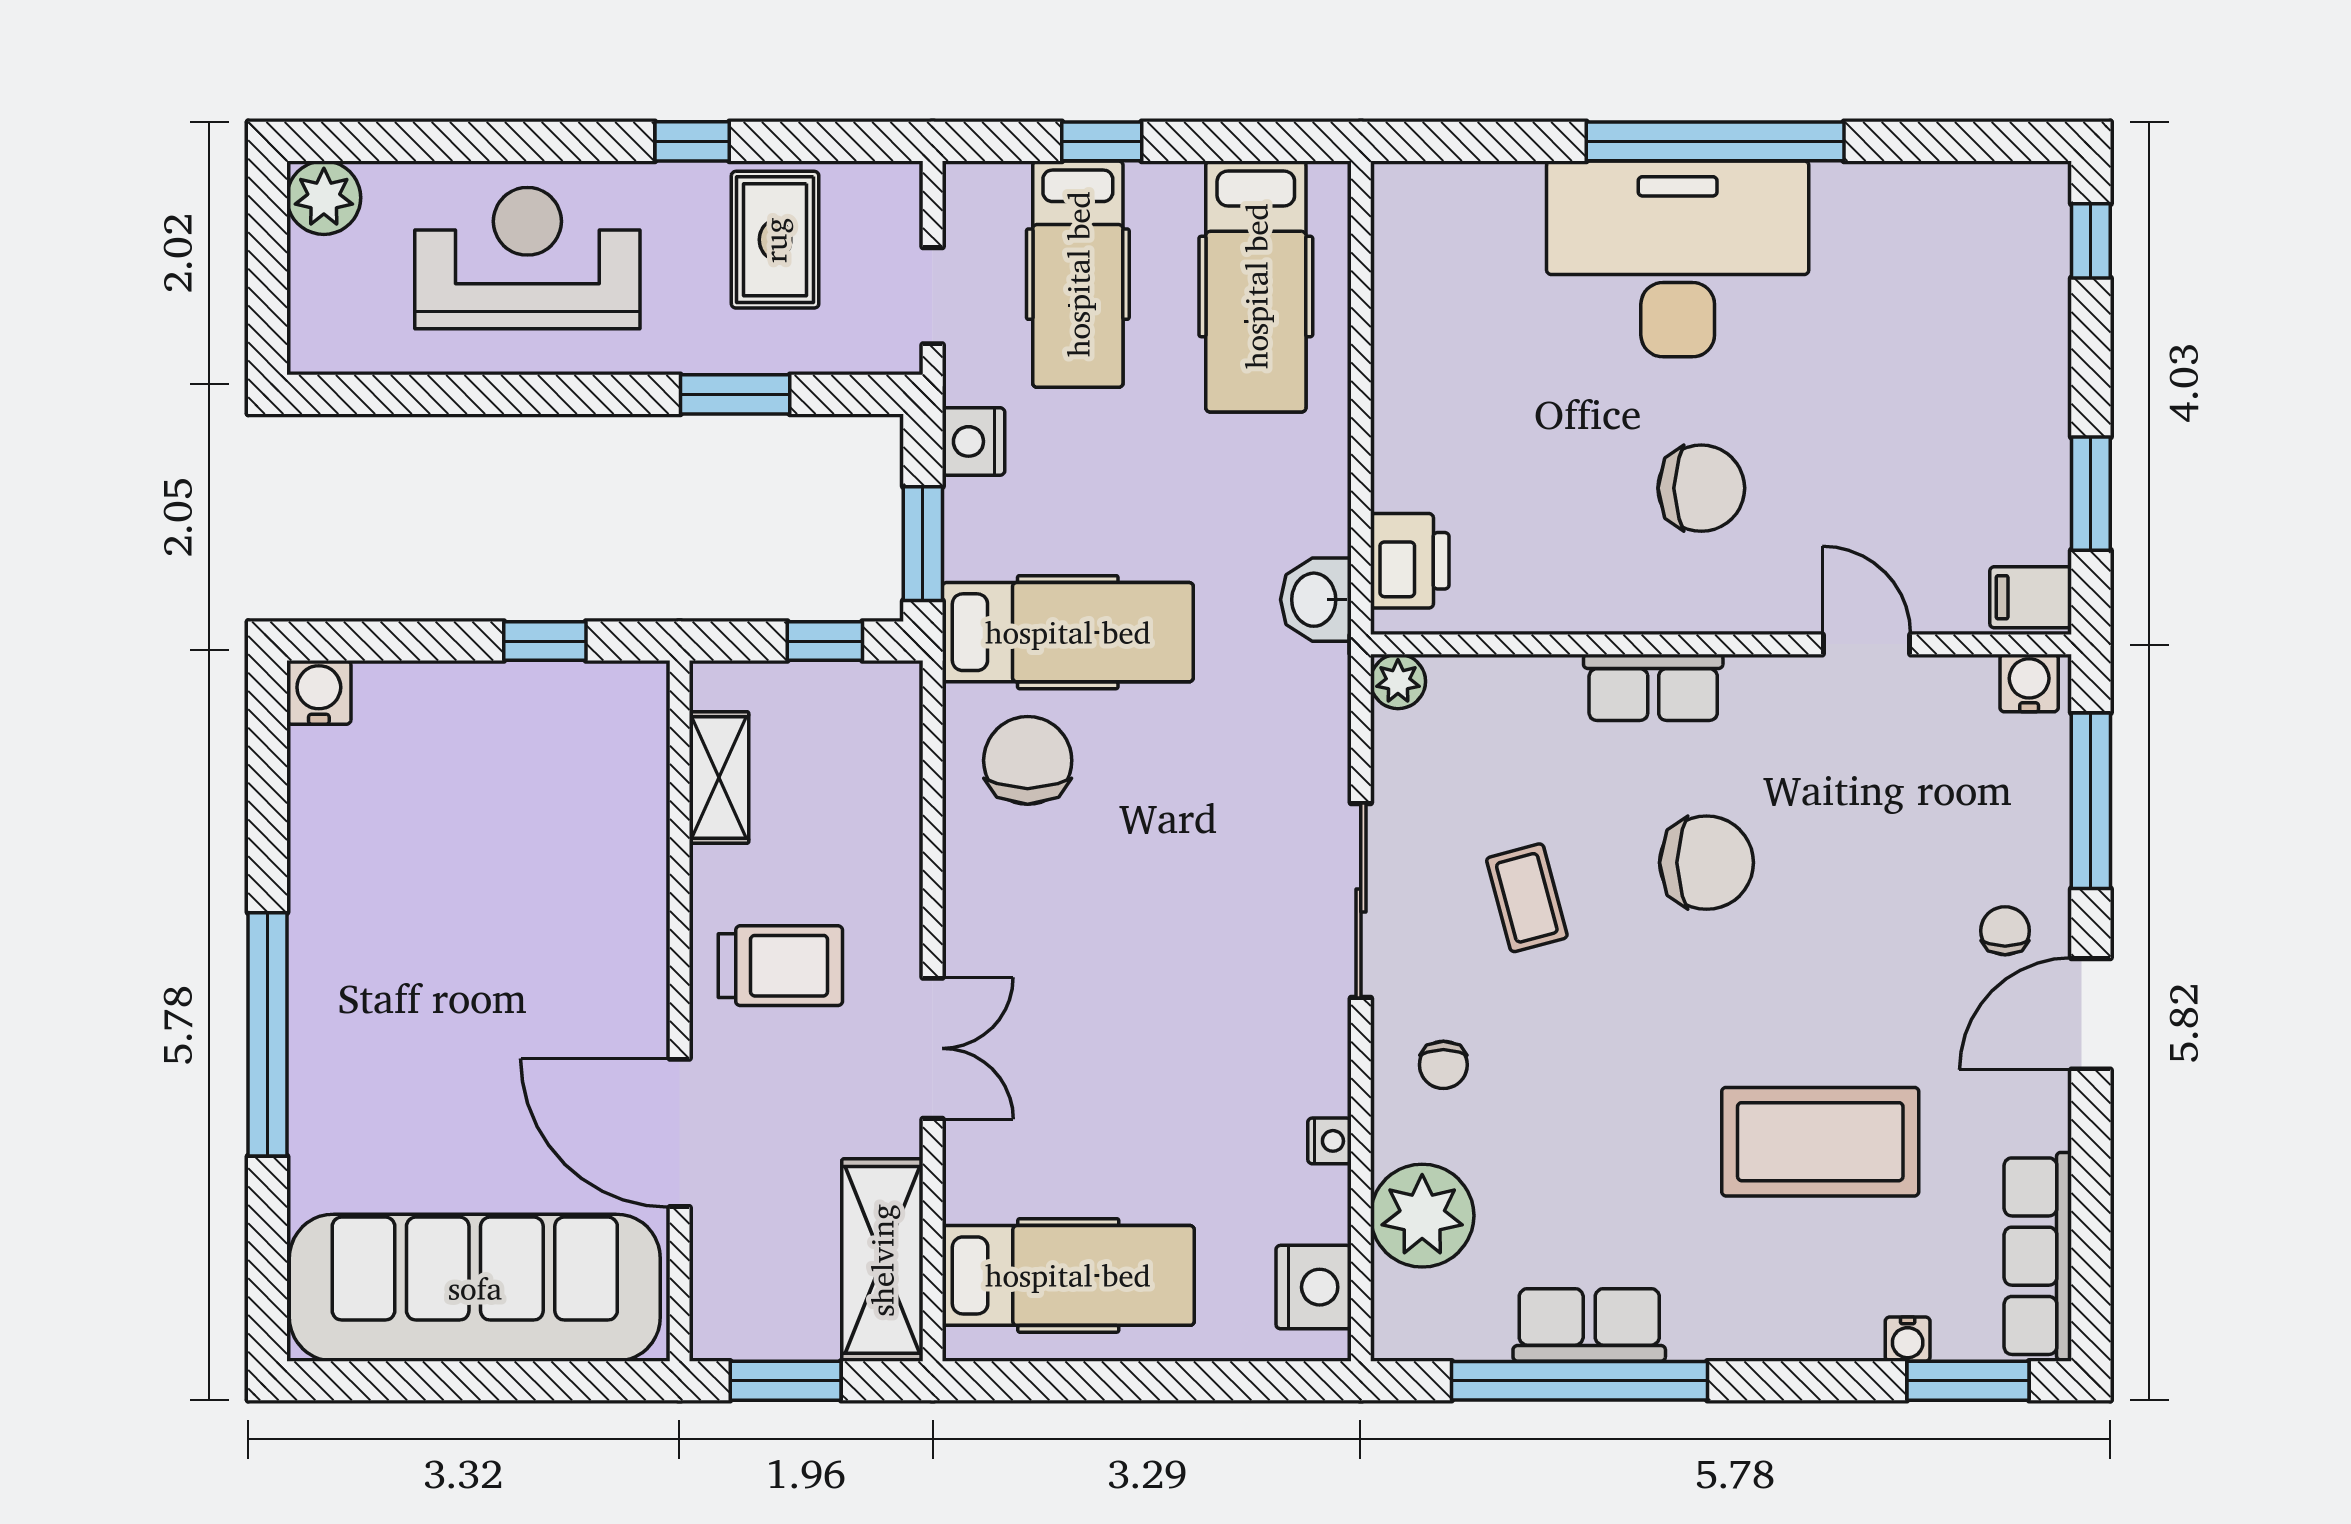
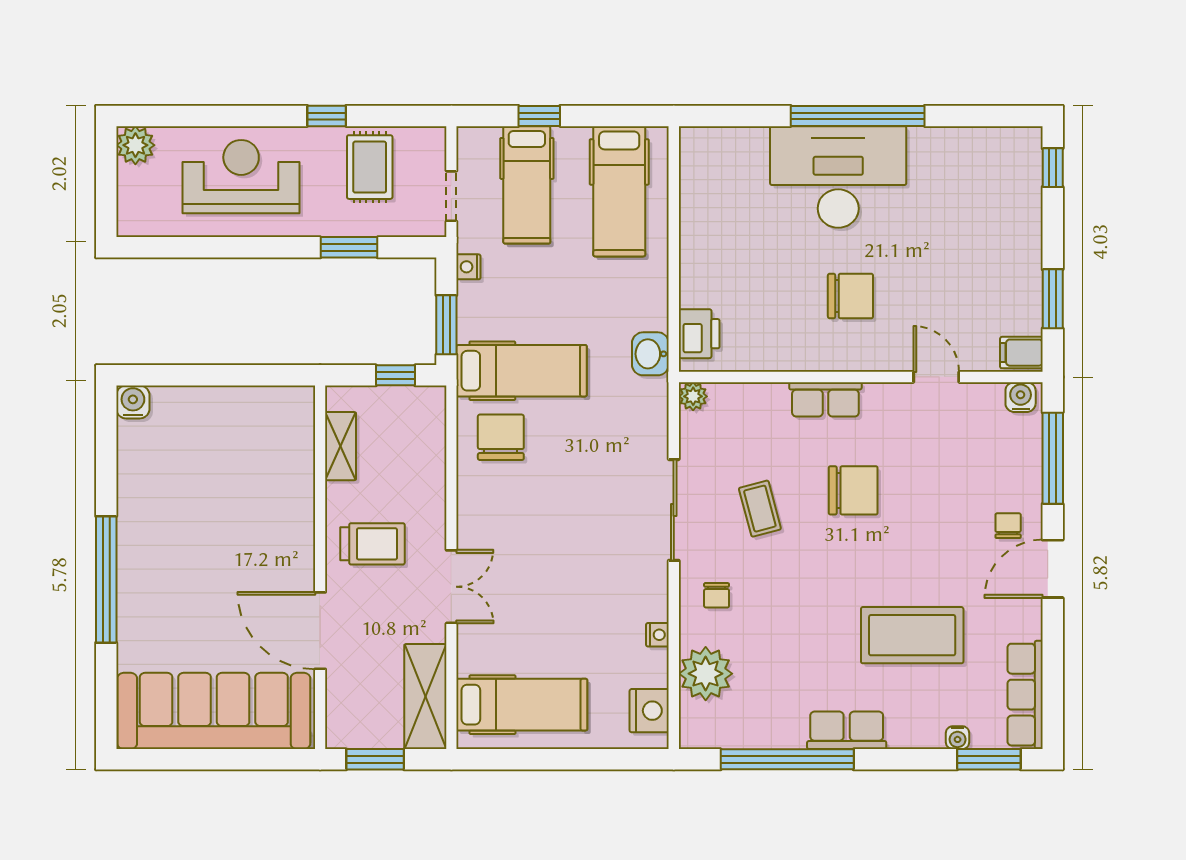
nightstand: (973, 441) -> (468, 267), width x0.72, depth x0.74
window: (545, 641) -> (250, 375), removed
row of seats: (1589, 1325) -> (847, 730), moved

